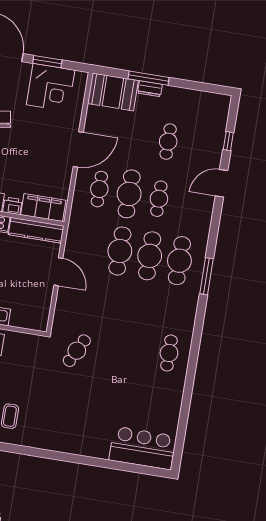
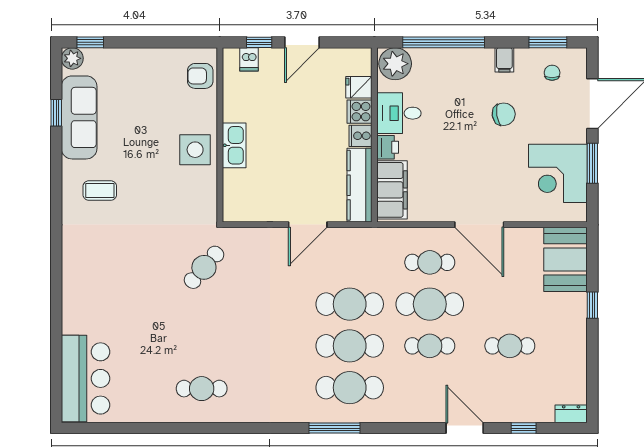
window: (149, 78) -> (592, 305), width x0.46
dresser: (150, 89) -> (571, 414), moved, turned 90
cafe table: (77, 351) -> (204, 267), turned -76
cafe table: (169, 353) -> (202, 389), moved

